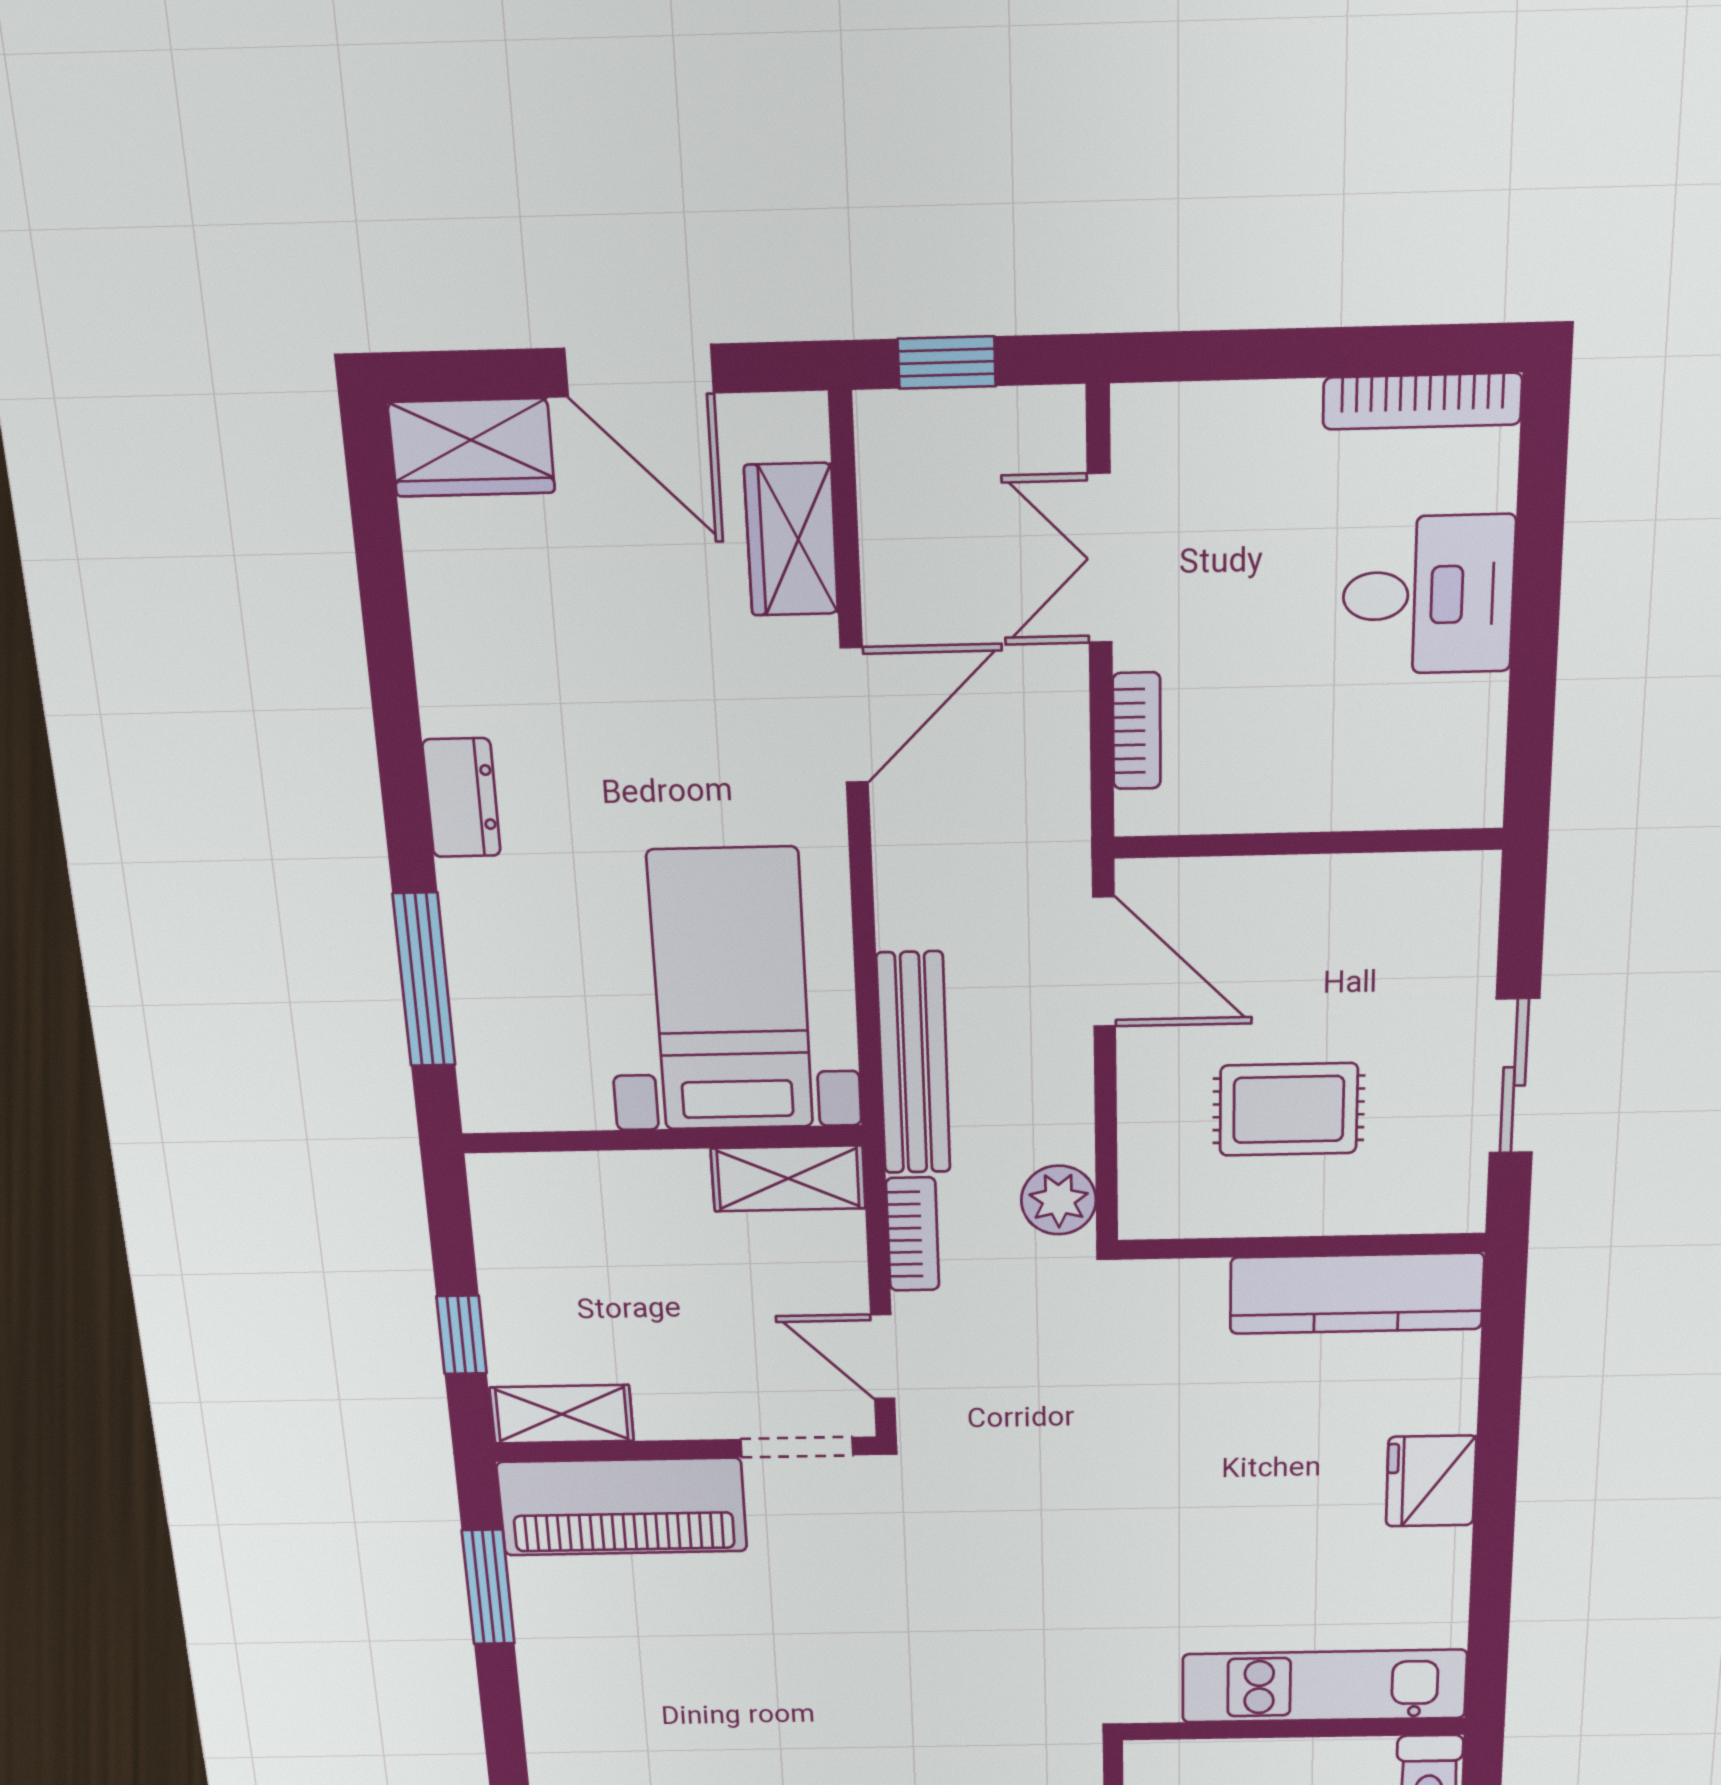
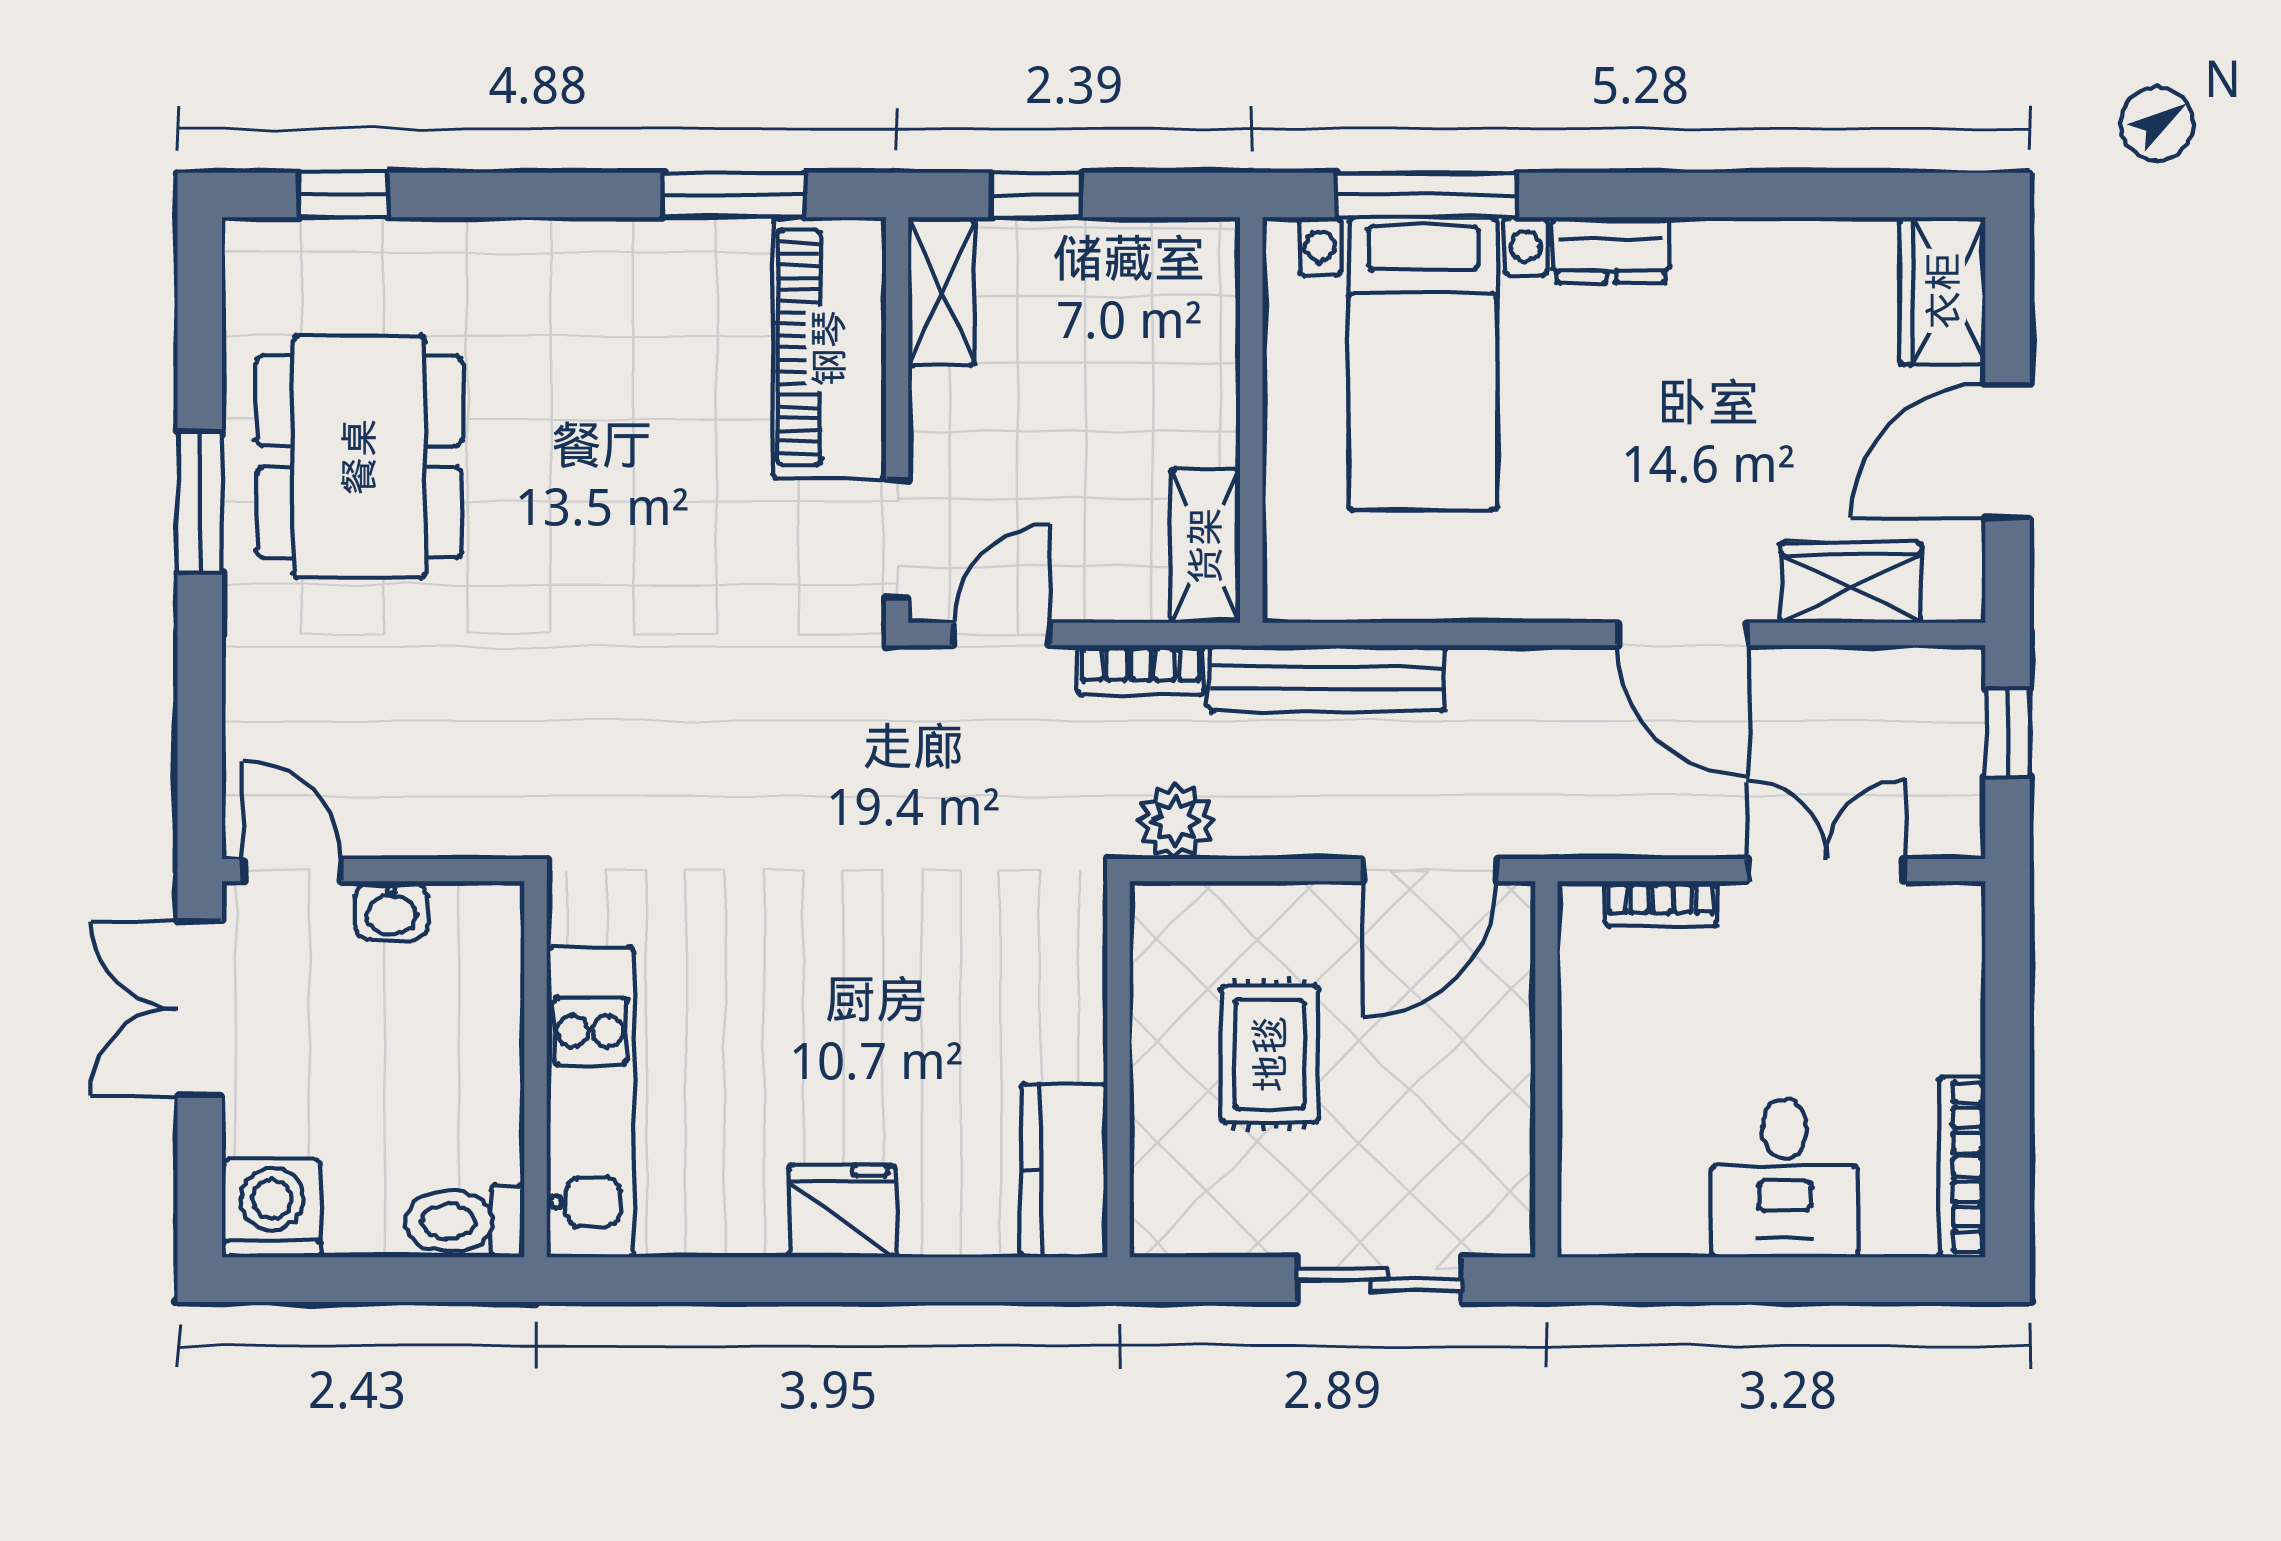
bed with nightstands: (731, 990) -> (1423, 364), moved, turned 90
sliding door: (1514, 1076) -> (1380, 1280), moved
kitchen counter: (1357, 1293) -> (1064, 1171), width x0.67

